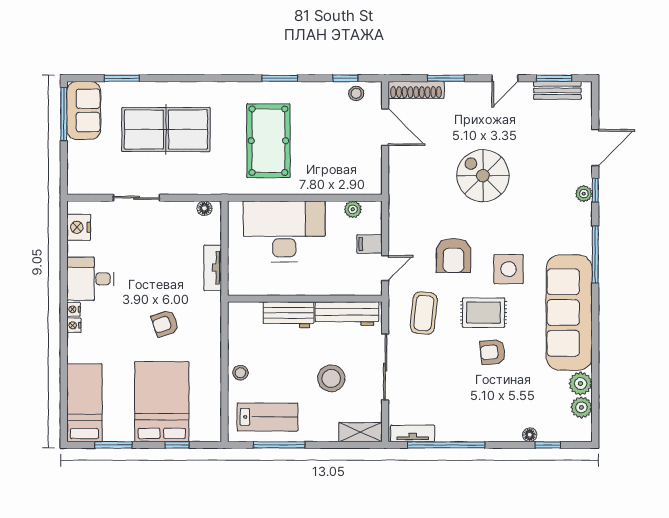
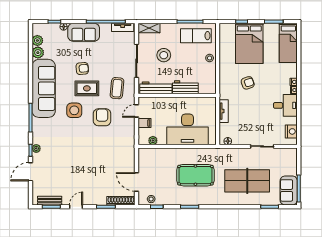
pool table: (268, 141) -> (195, 175), turned 90
spiral stairs: (483, 176) -> (87, 158), removed
sofa: (490, 424) -> (84, 32), added

